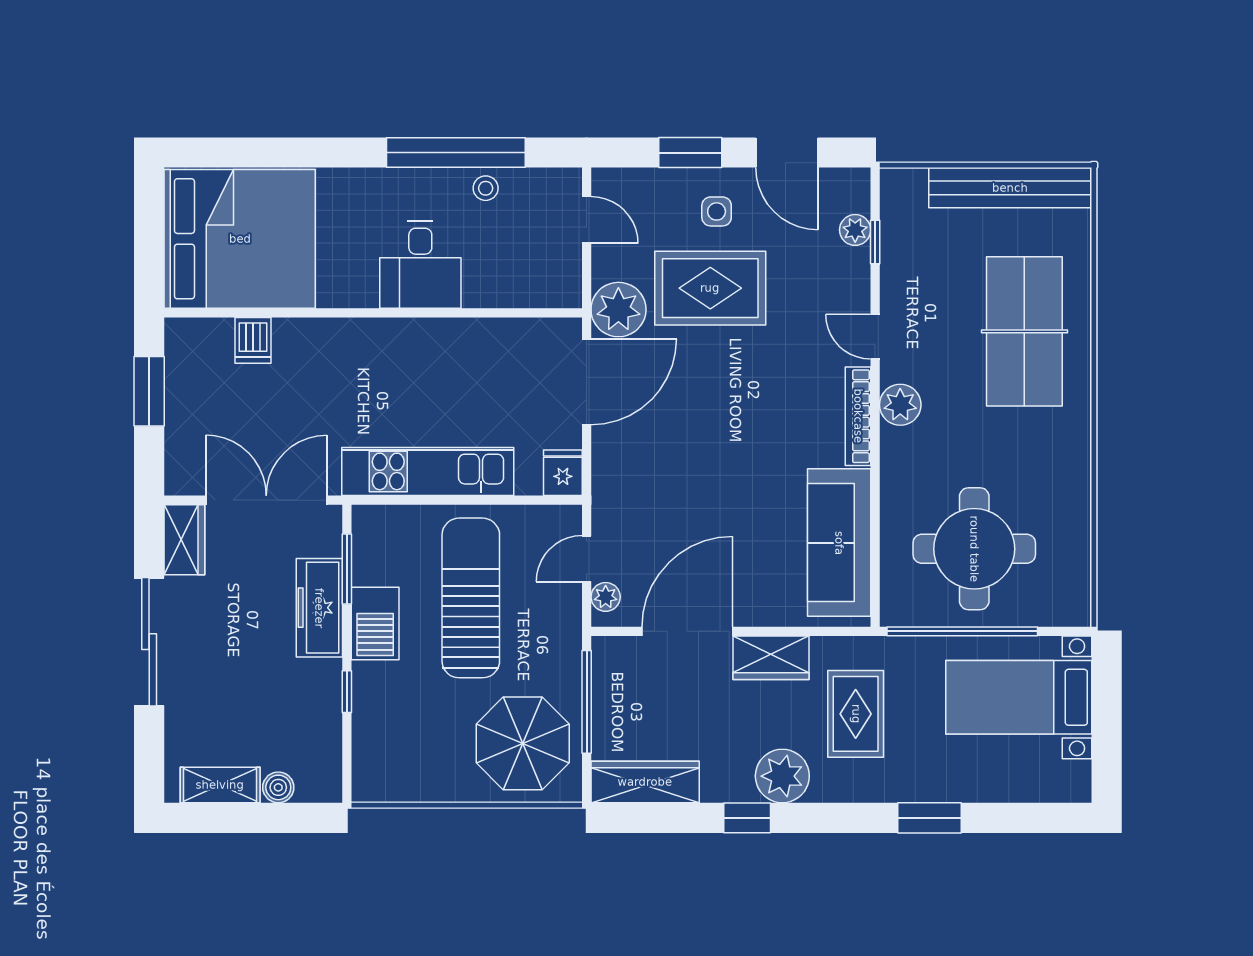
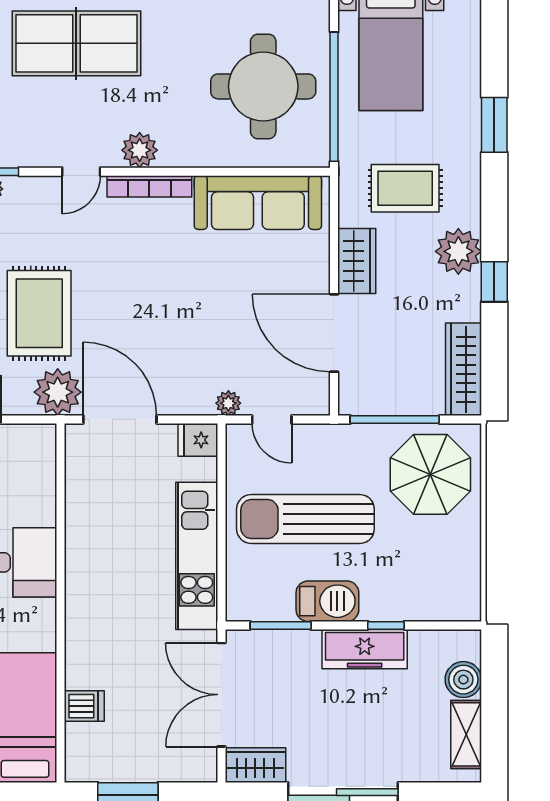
plant: (606, 597) -> (228, 403), moved
freezer: (319, 608) -> (365, 649), moved
boiler: (278, 787) -> (463, 680), width x1.36, depth x1.36

